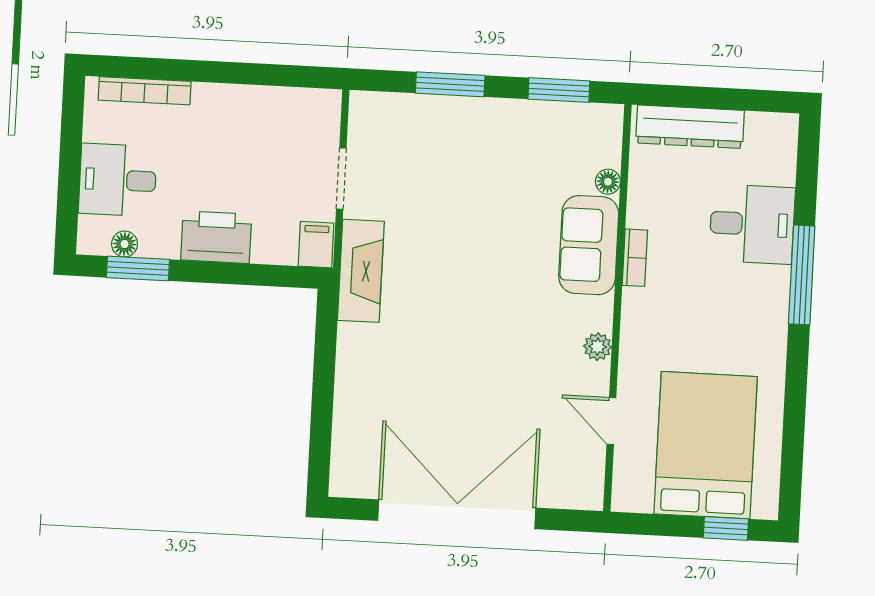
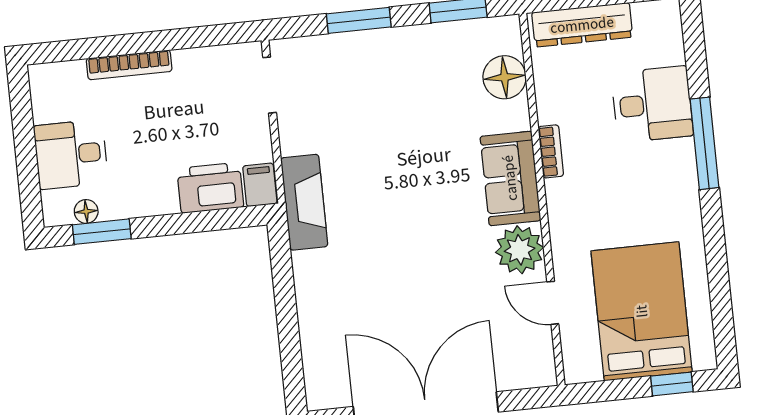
bookcase: (145, 91) -> (129, 65), moved
doorway: (341, 179) -> (270, 85), moved
floor lamp: (608, 182) -> (504, 77), width x1.89, depth x1.89
printer: (216, 237) -> (210, 188), moved
sofa: (589, 245) -> (510, 178), moved
plant: (598, 347) -> (520, 250), width x1.87, depth x1.87

